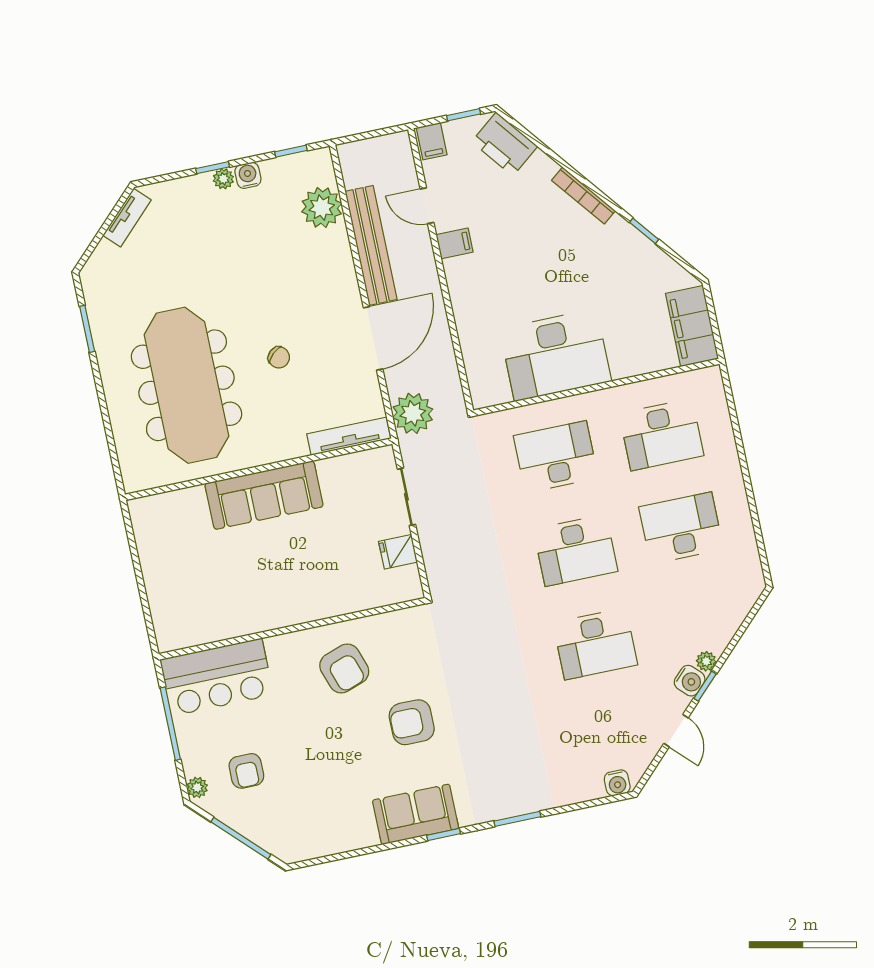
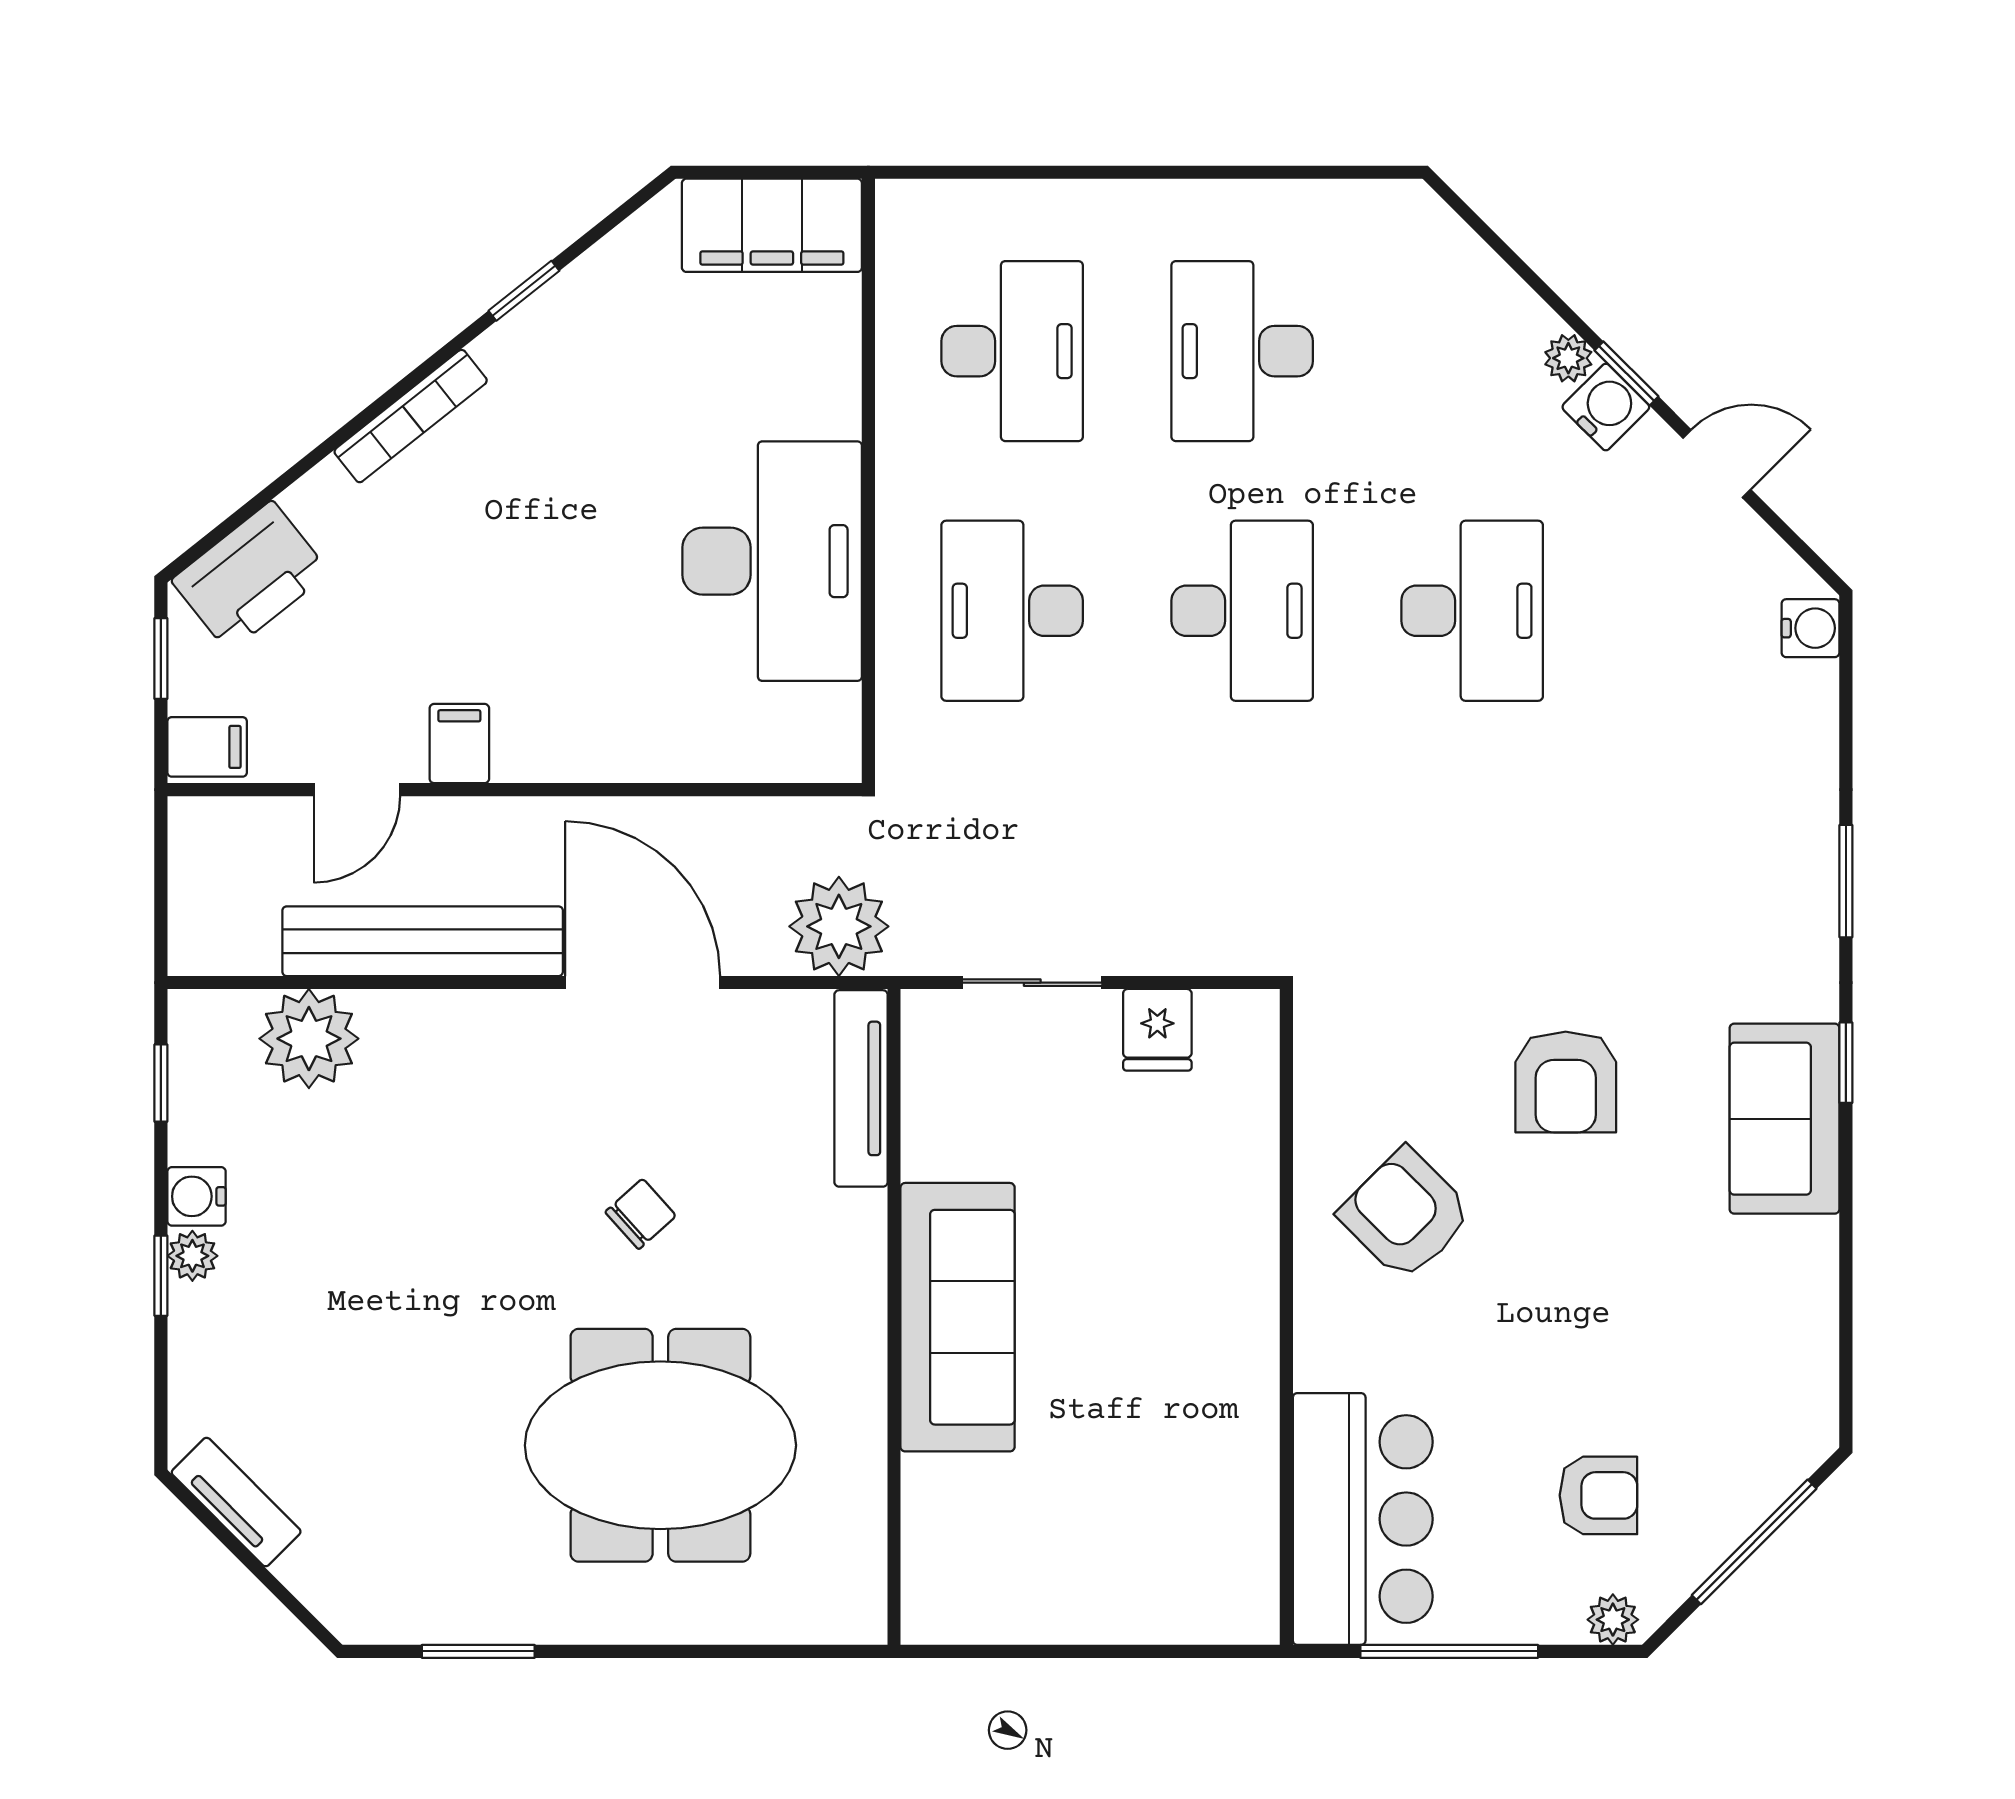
meeting table: (186, 385) -> (660, 1445), width x0.73
armchair: (344, 668) -> (1406, 1214), turned -116

